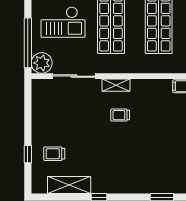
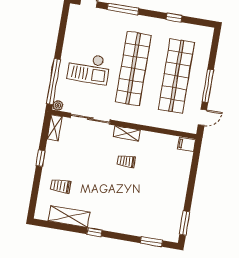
plant: (42, 63) -> (58, 105), width x0.53, depth x0.53
shelving: (37, 92) -> (55, 128), added
window: (28, 154) -> (41, 158), moved

